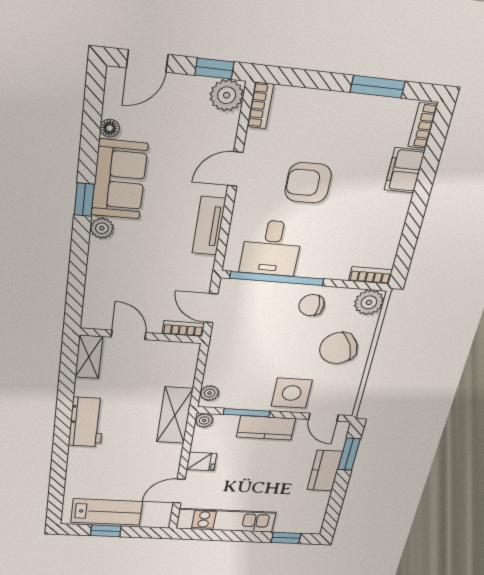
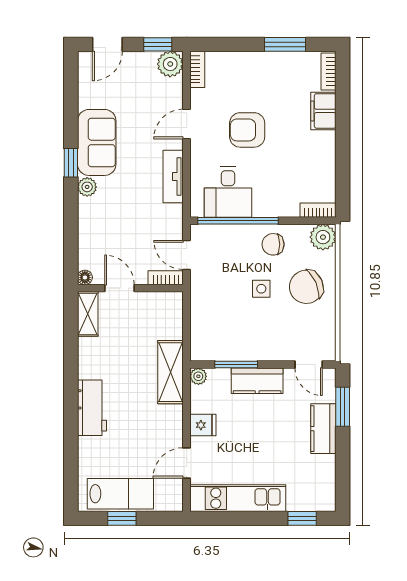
floor lamp: (110, 128) -> (85, 277), moved
plant: (210, 393) -> (199, 345), removed
side table: (292, 393) -> (261, 289), moved, width x0.54, depth x0.54
workbench: (87, 422) -> (92, 408), moved

